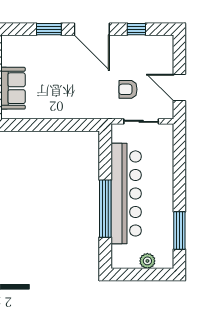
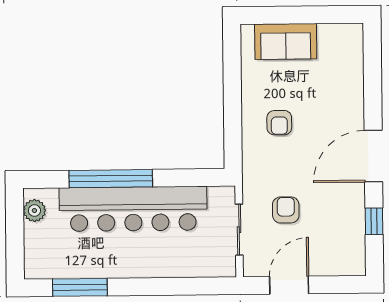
window: (49, 29) -> (373, 93), removed
armchair: (68, 93) -> (279, 123), added
plant: (147, 261) -> (34, 211), moved

